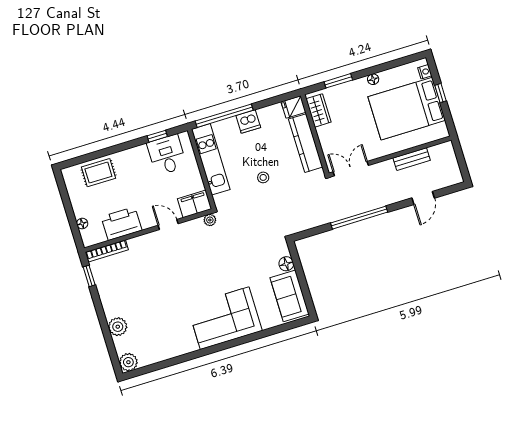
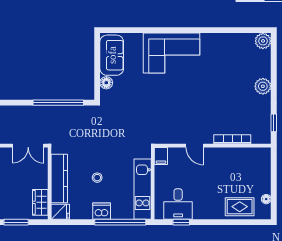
stool: (263, 177) -> (97, 178), moved
filing cabinet: (195, 204) -> (161, 156), width x0.50
window: (359, 218) -> (58, 103), moved
plant: (210, 220) -> (159, 139), removed
floor lamp: (82, 224) -> (266, 199), moved
printer: (121, 224) -> (233, 158), removed
bookcase: (107, 251) -> (232, 139), moved
plant: (118, 327) -> (263, 86), moved

